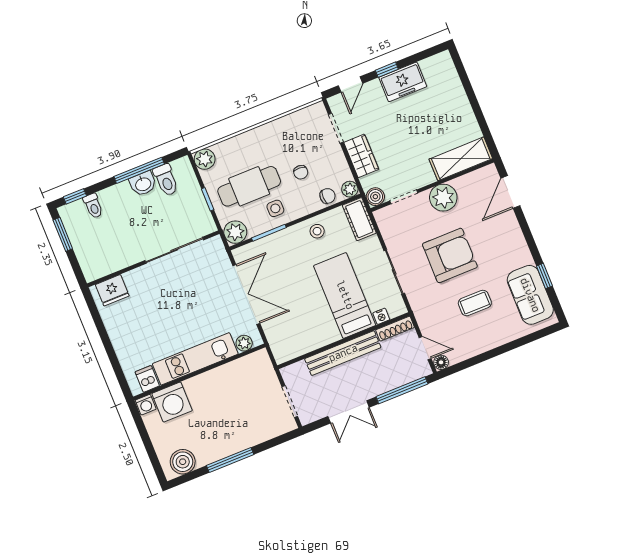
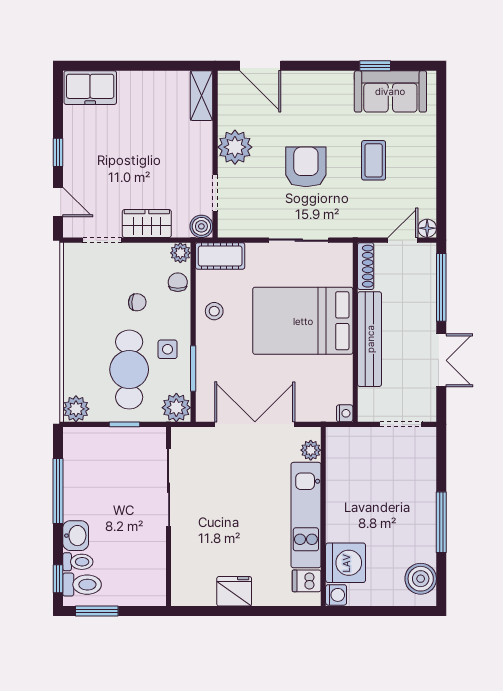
freezer: (403, 82) -> (90, 88), moved, turned 90
shelving: (461, 159) -> (202, 96), width x0.67, depth x0.75
toilet: (166, 180) -> (82, 585), moved
washbasin: (143, 184) -> (76, 536), moved
armchair: (450, 255) -> (306, 167), width x0.73, depth x0.73
fridge: (112, 290) -> (234, 591), moved, turned -90
bed: (345, 295) -> (303, 321), width x1.50
nightstand: (381, 316) -> (345, 413), moved

